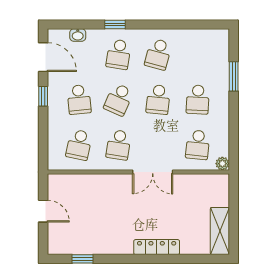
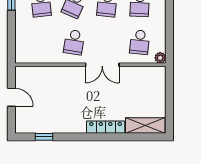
school desk: (79, 145) -> (41, 42), removed
shelving: (220, 231) -> (145, 126), moved, turned 90

